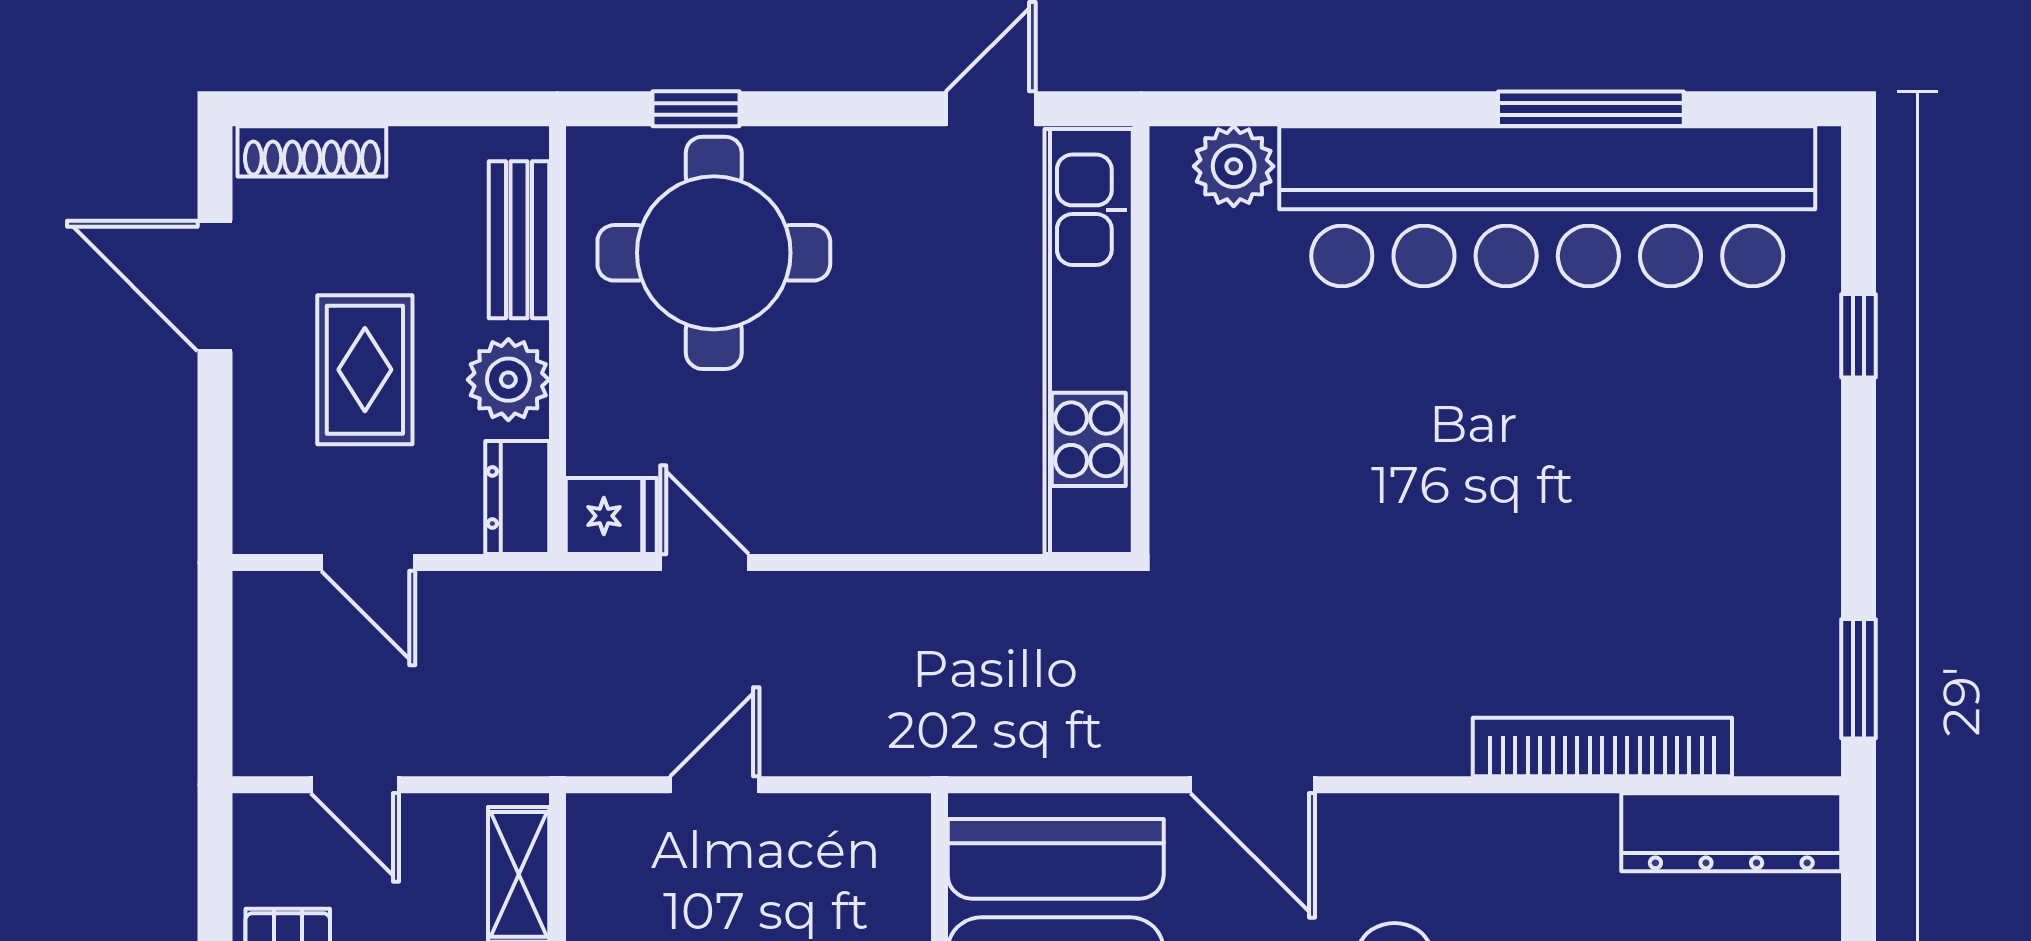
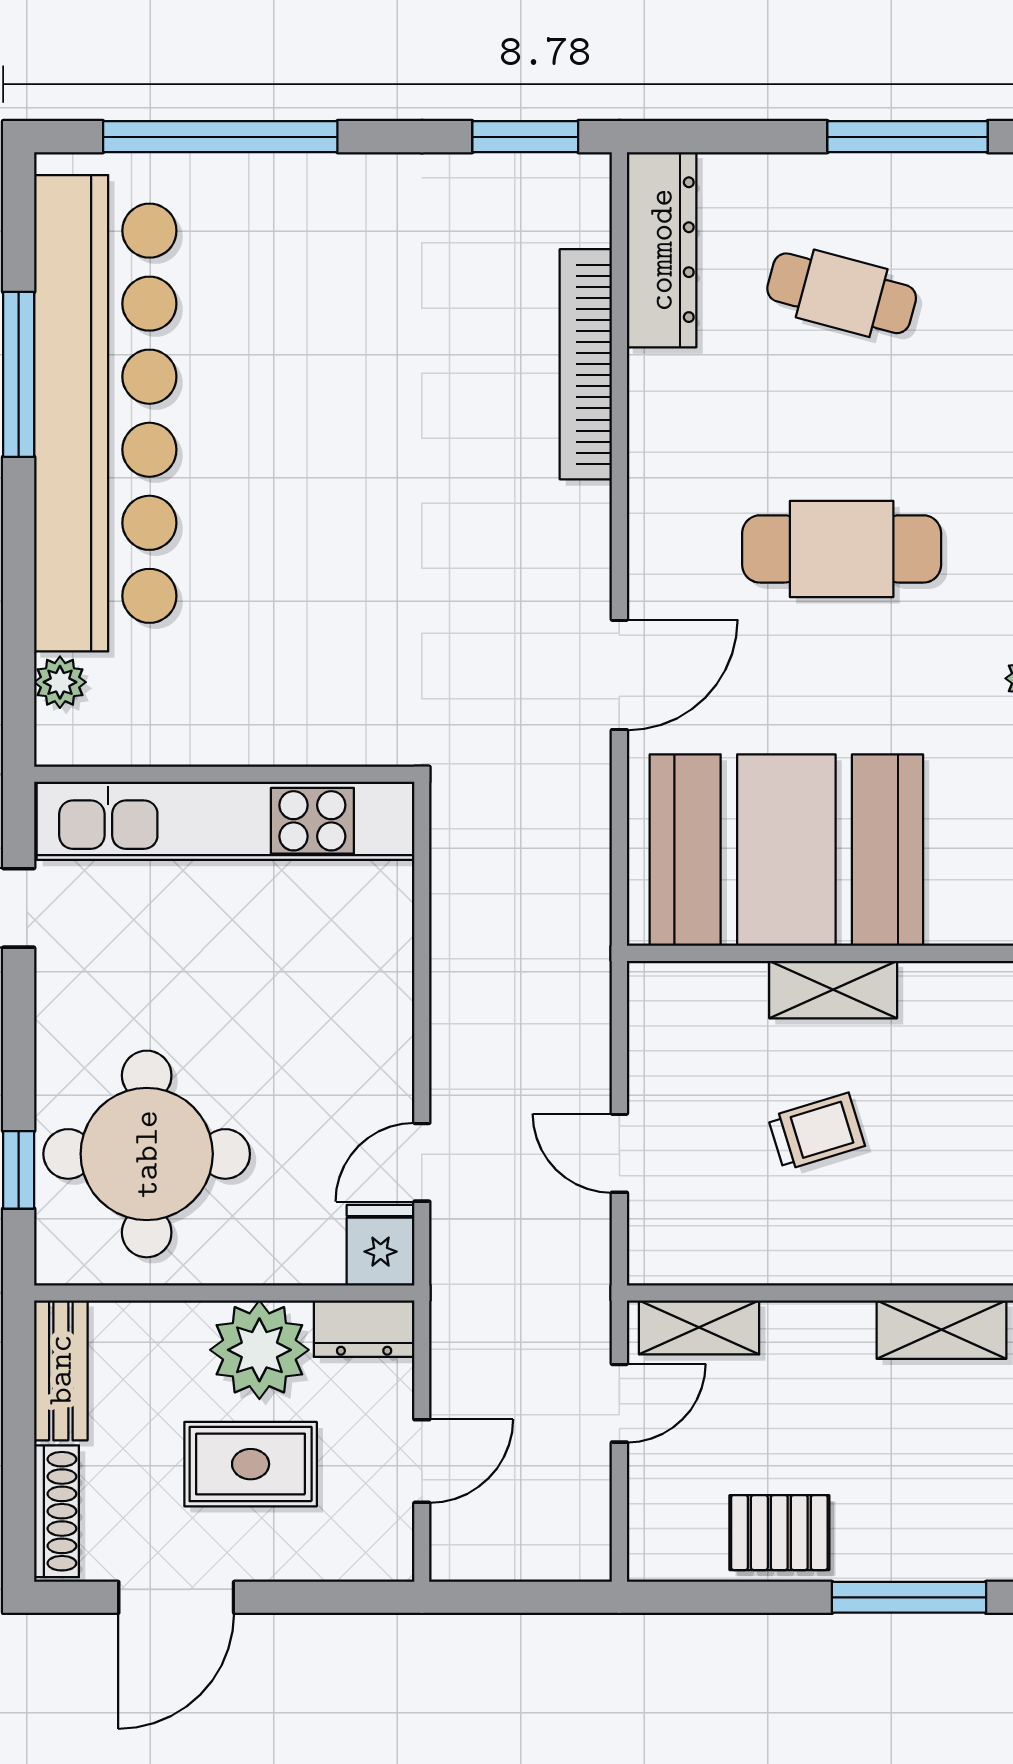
plant: (1234, 166) -> (60, 682), width x0.73, depth x0.73
bench: (519, 240) -> (61, 1370), moved, turned 90
window: (1859, 336) -> (220, 137), width x3.17
plant: (508, 380) -> (259, 1350), width x1.36, depth x1.36
door: (355, 785) -> (619, 1403), moved

